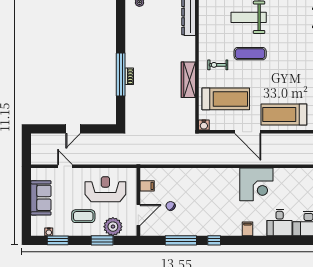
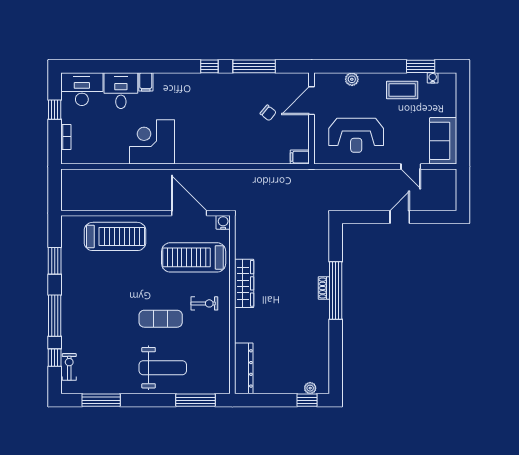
door: (248, 132) -> (189, 213), moved
filing cabinet: (147, 186) -> (300, 157), moved
sofa: (41, 198) -> (443, 141), moved
coffee table: (83, 216) -> (402, 90), moved
plant: (113, 227) -> (352, 79), width x0.53, depth x0.53
filing cabinet: (248, 229) -> (146, 82), moved
window: (102, 240) -> (361, 66), removed

